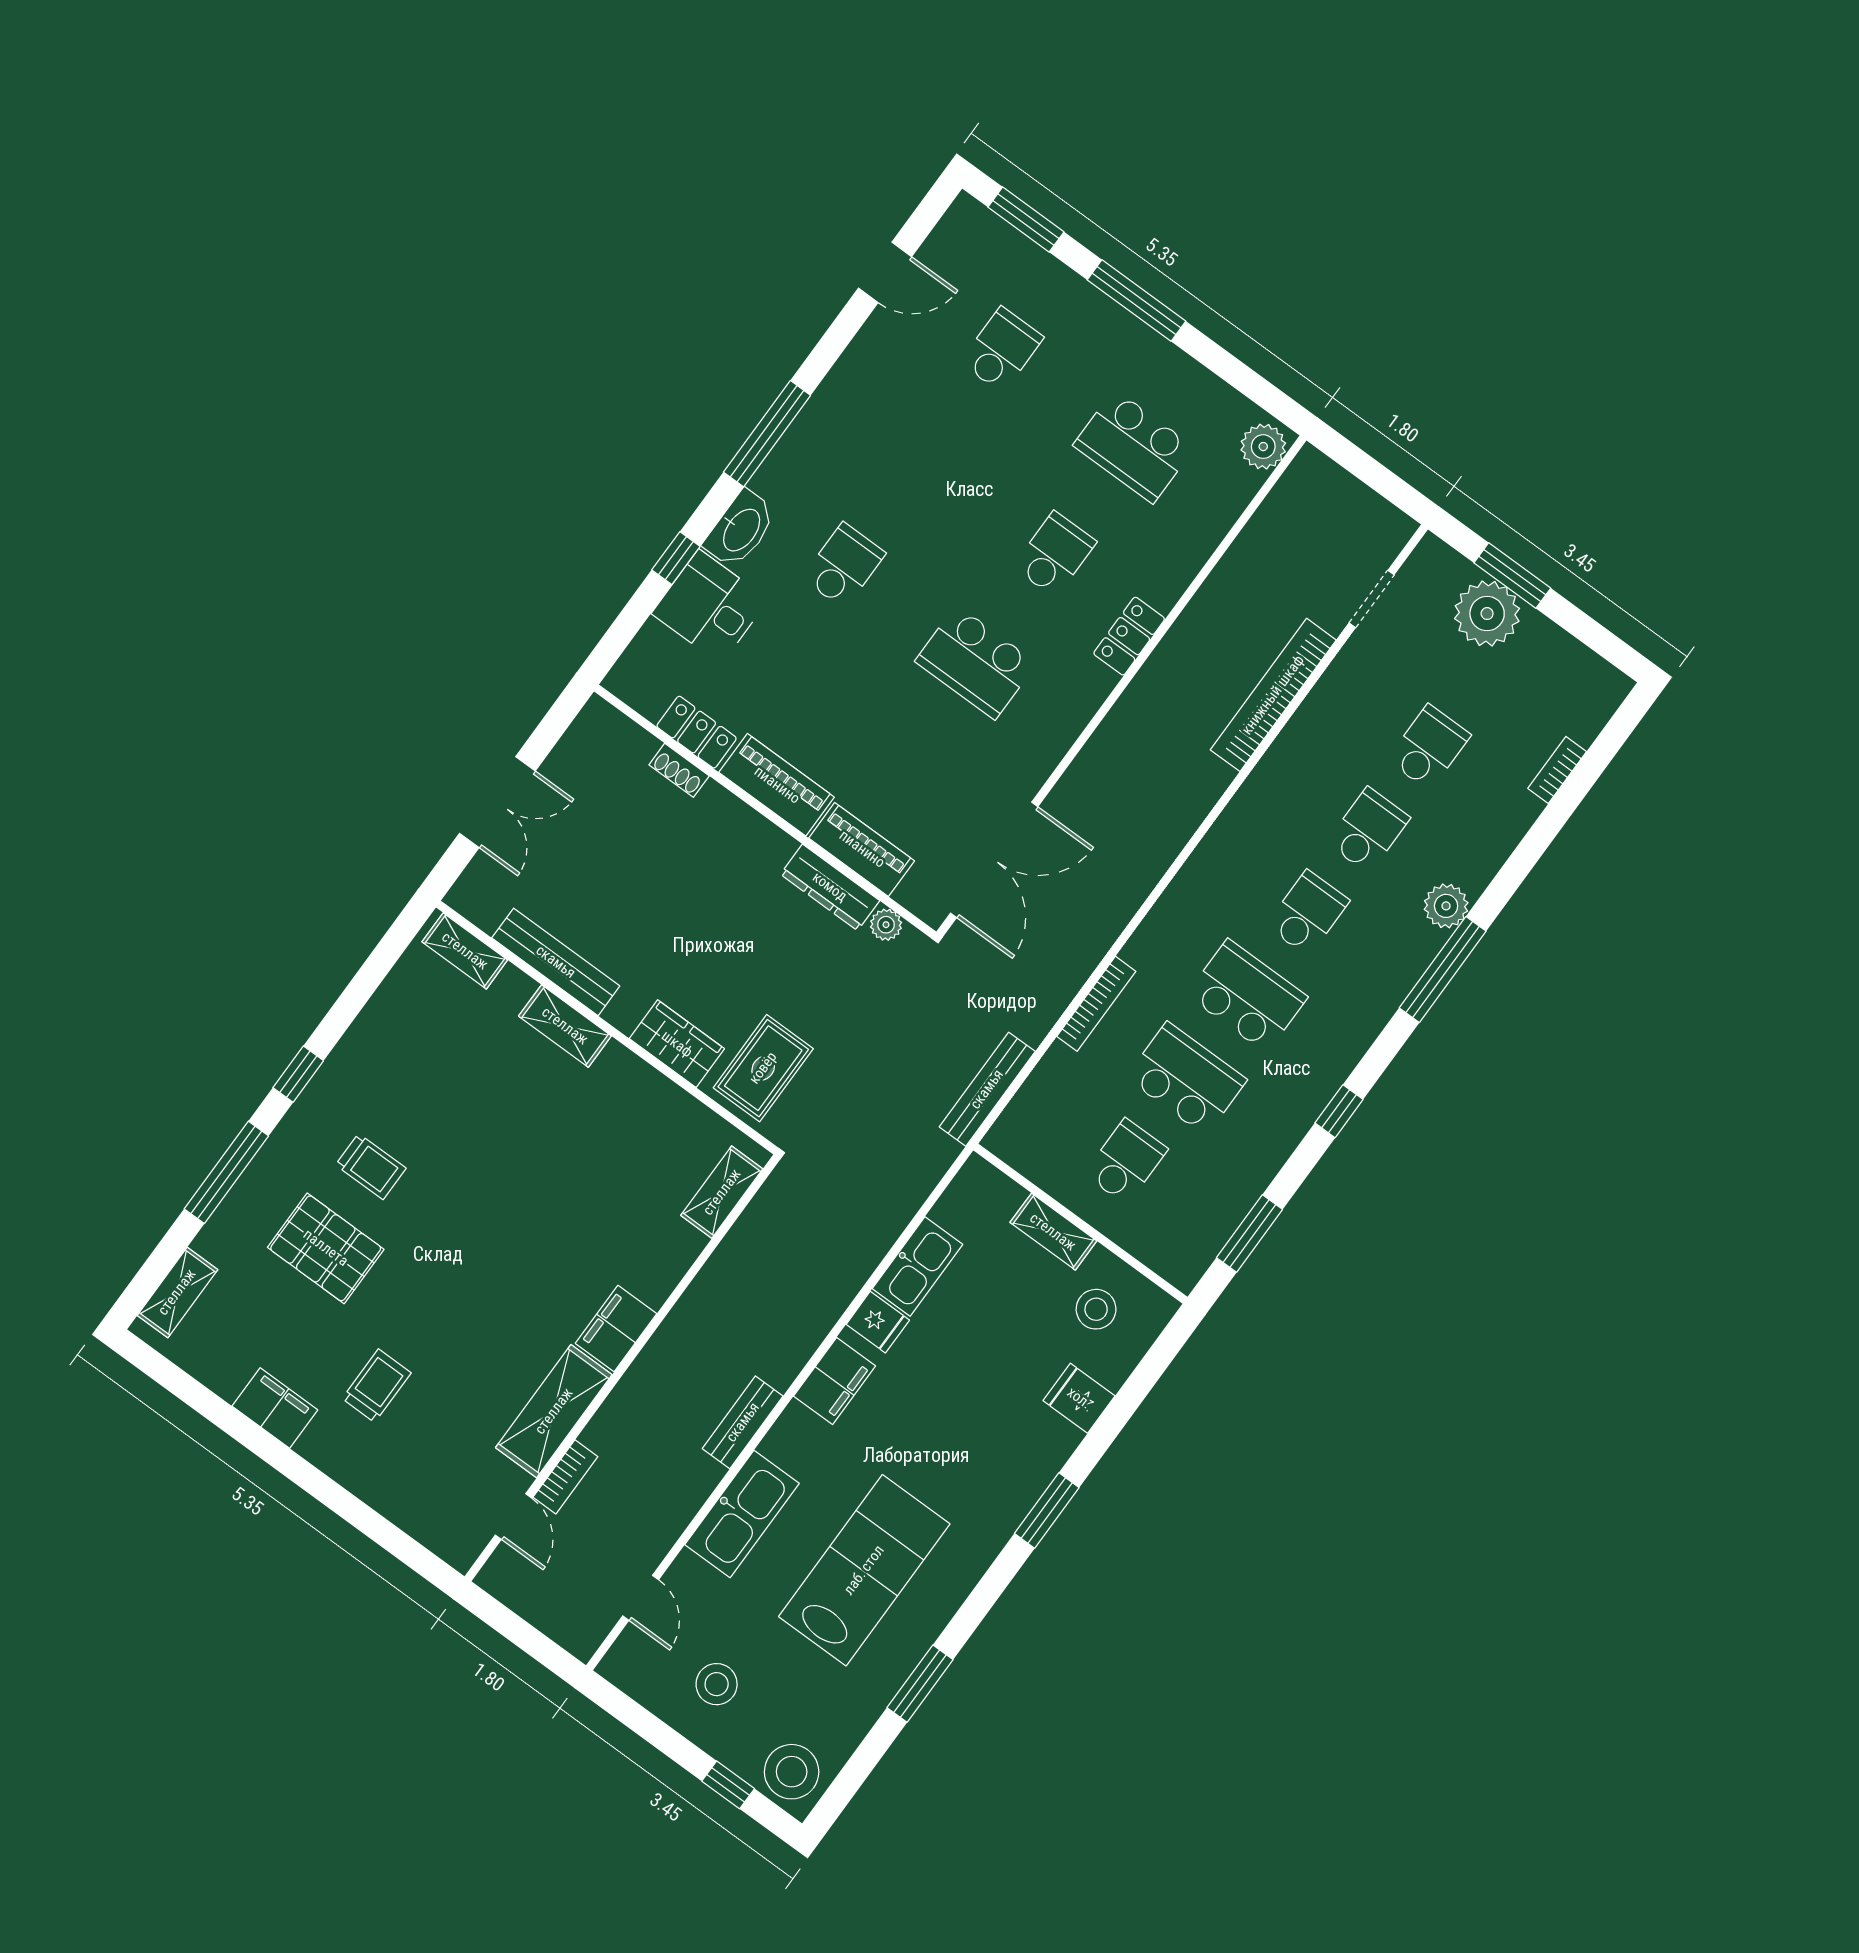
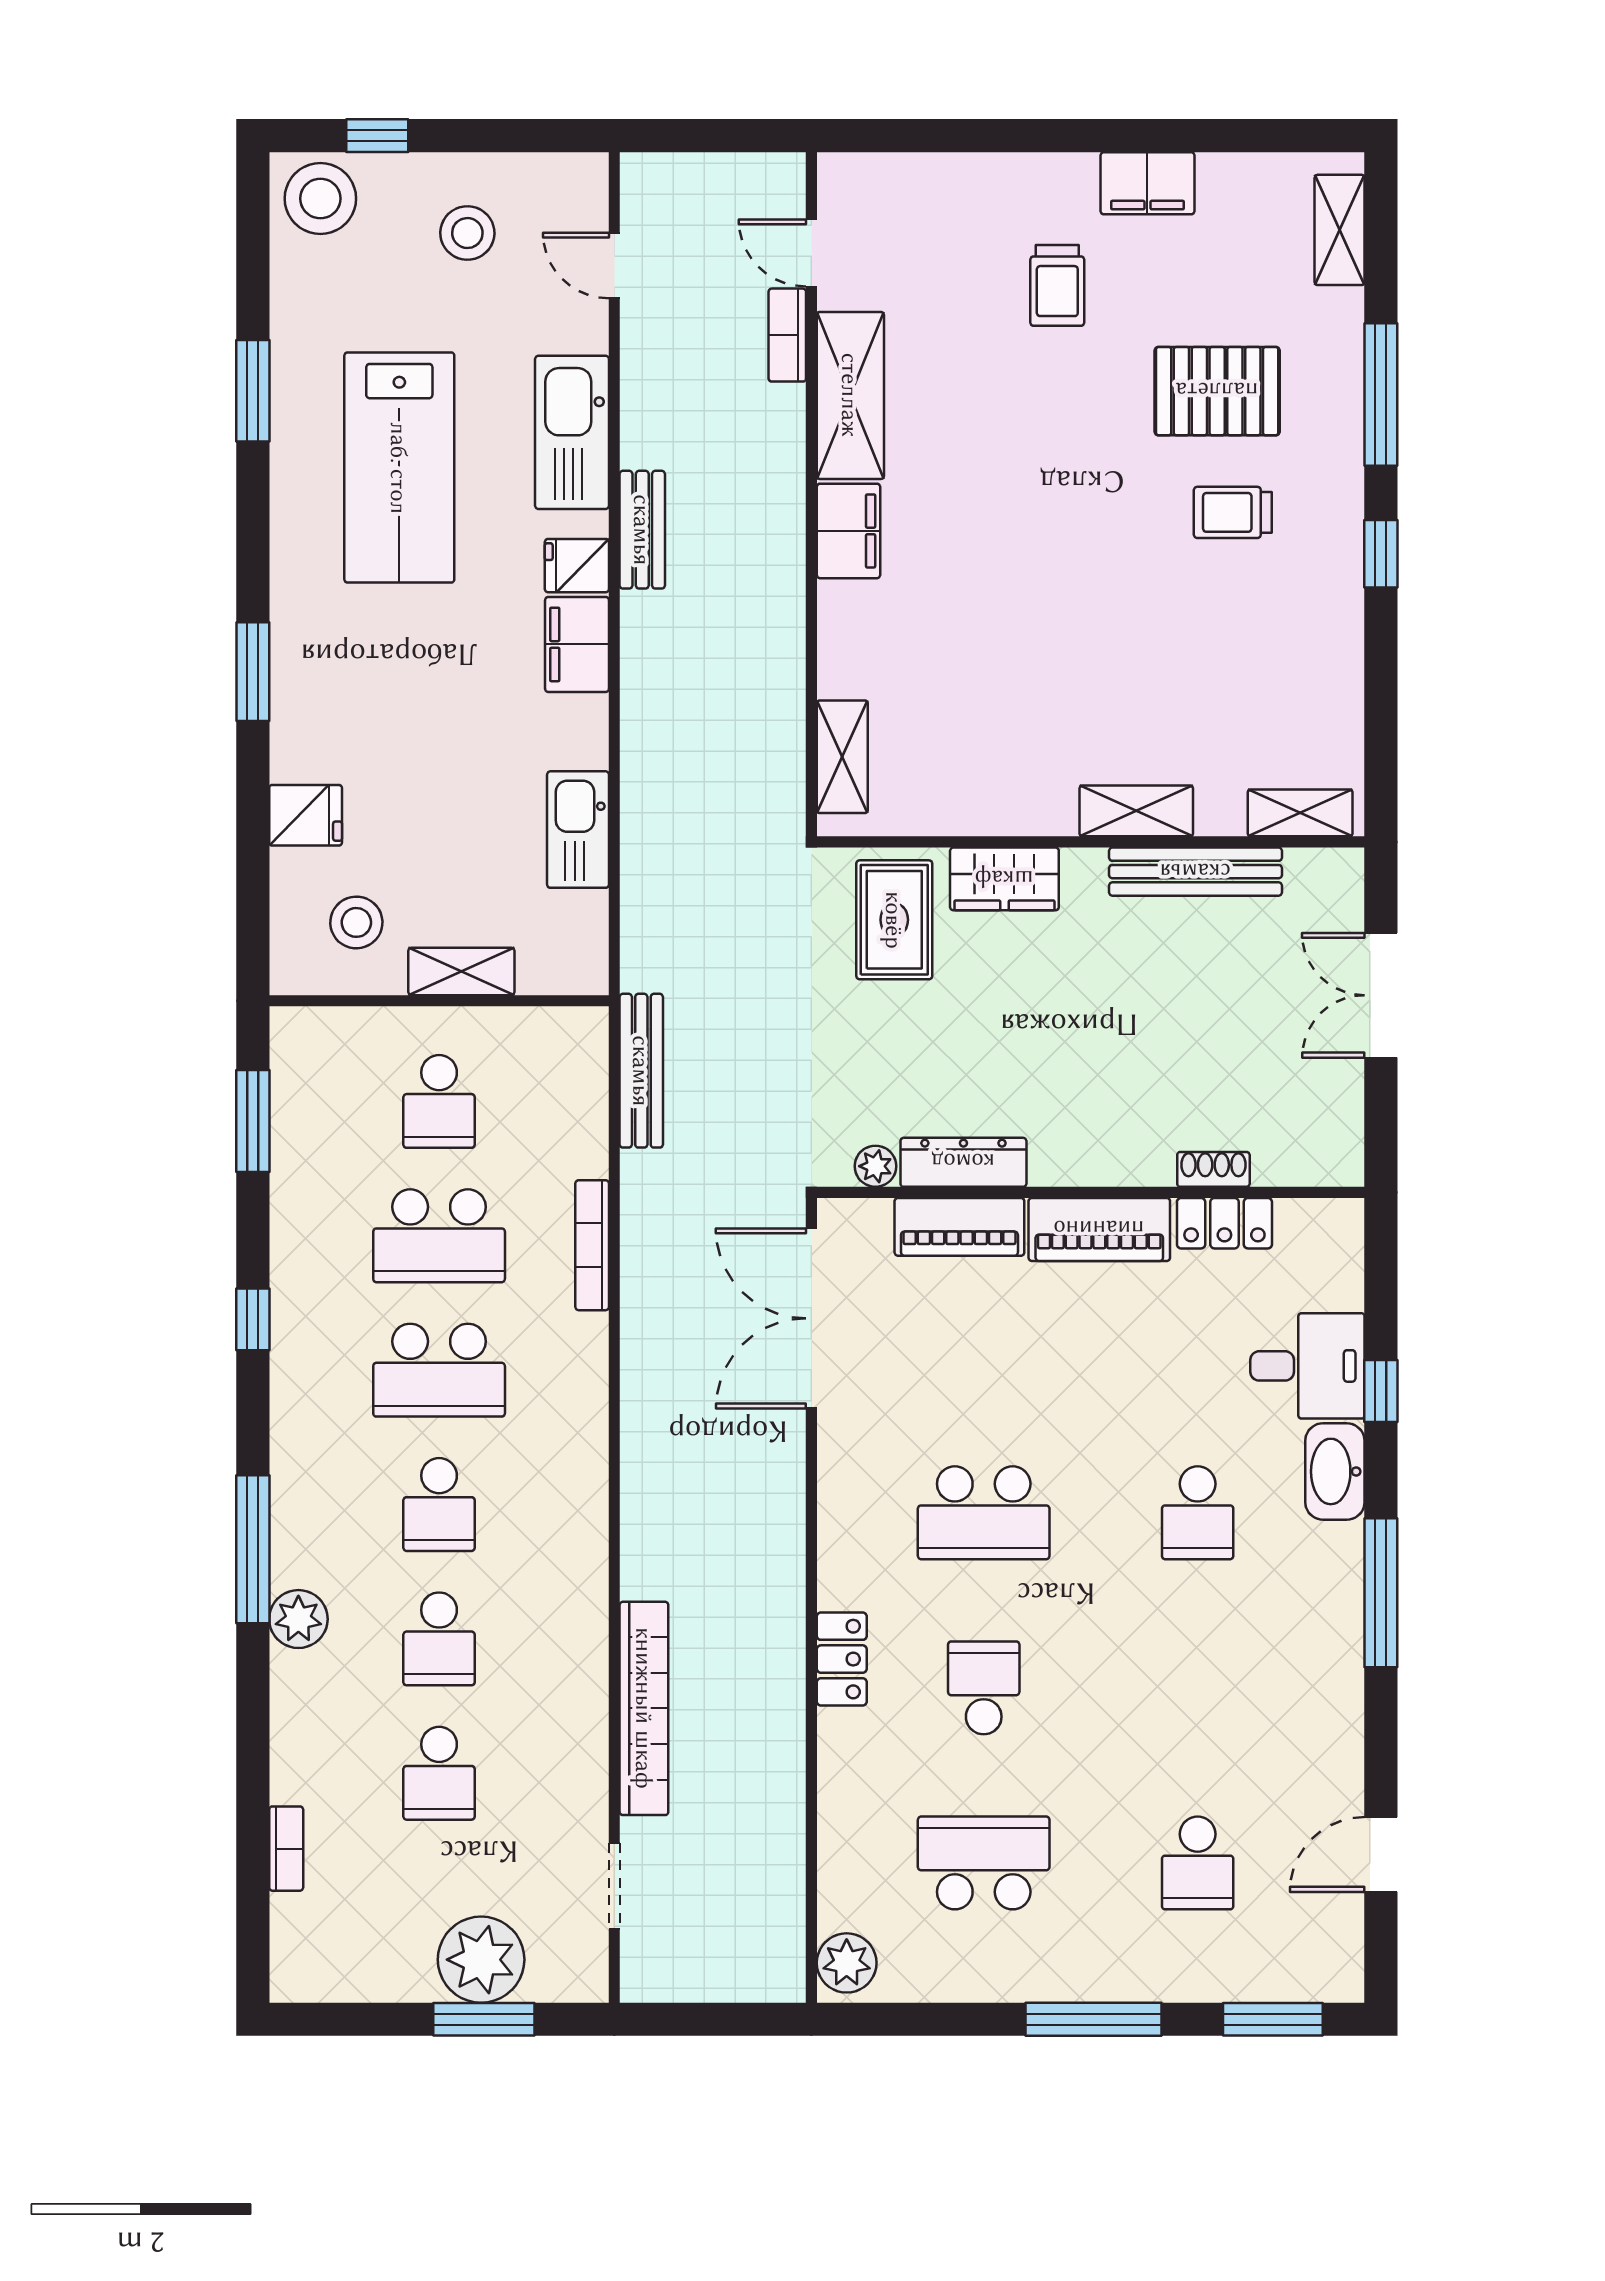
school desk: (1055, 554) -> (984, 1688), turned 180
school desk: (976, 662) -> (984, 1513), turned 180
fridge: (878, 1322) -> (577, 566), moved

